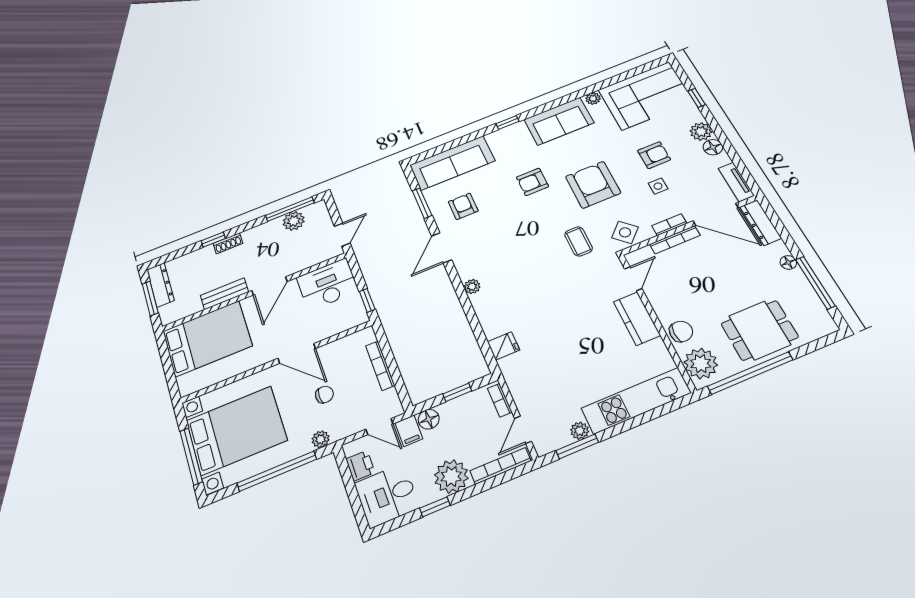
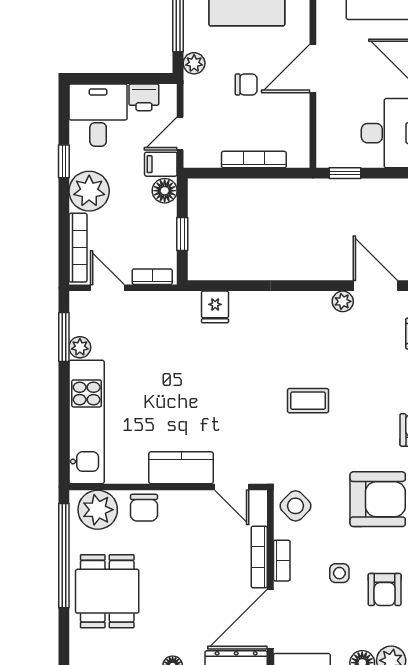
coffee table: (579, 241) -> (308, 401), moved
plant: (472, 287) -> (343, 301), moved
chair: (324, 395) -> (246, 84), turned -90

